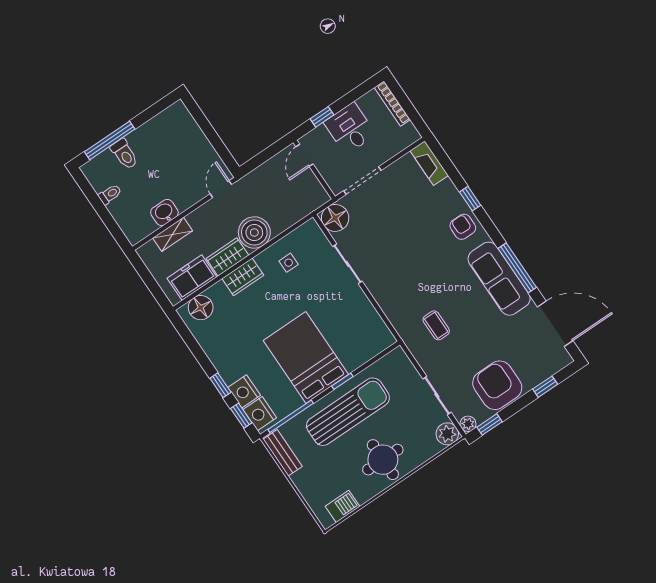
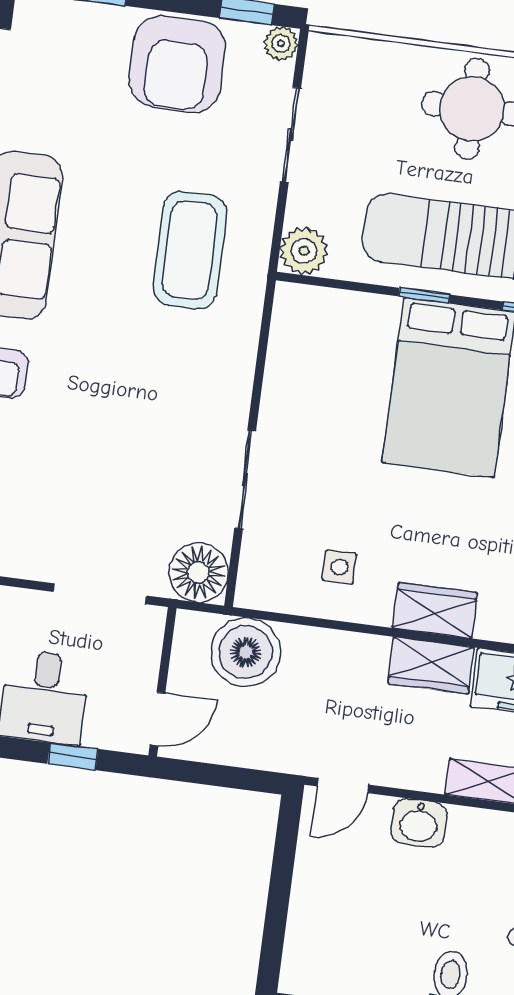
washbasin: (164, 212) -> (419, 823), moved
boiler: (254, 233) -> (246, 652), moved
coffee table: (436, 325) -> (190, 250), width x1.86, depth x1.72
plant: (447, 434) -> (304, 251), moved

